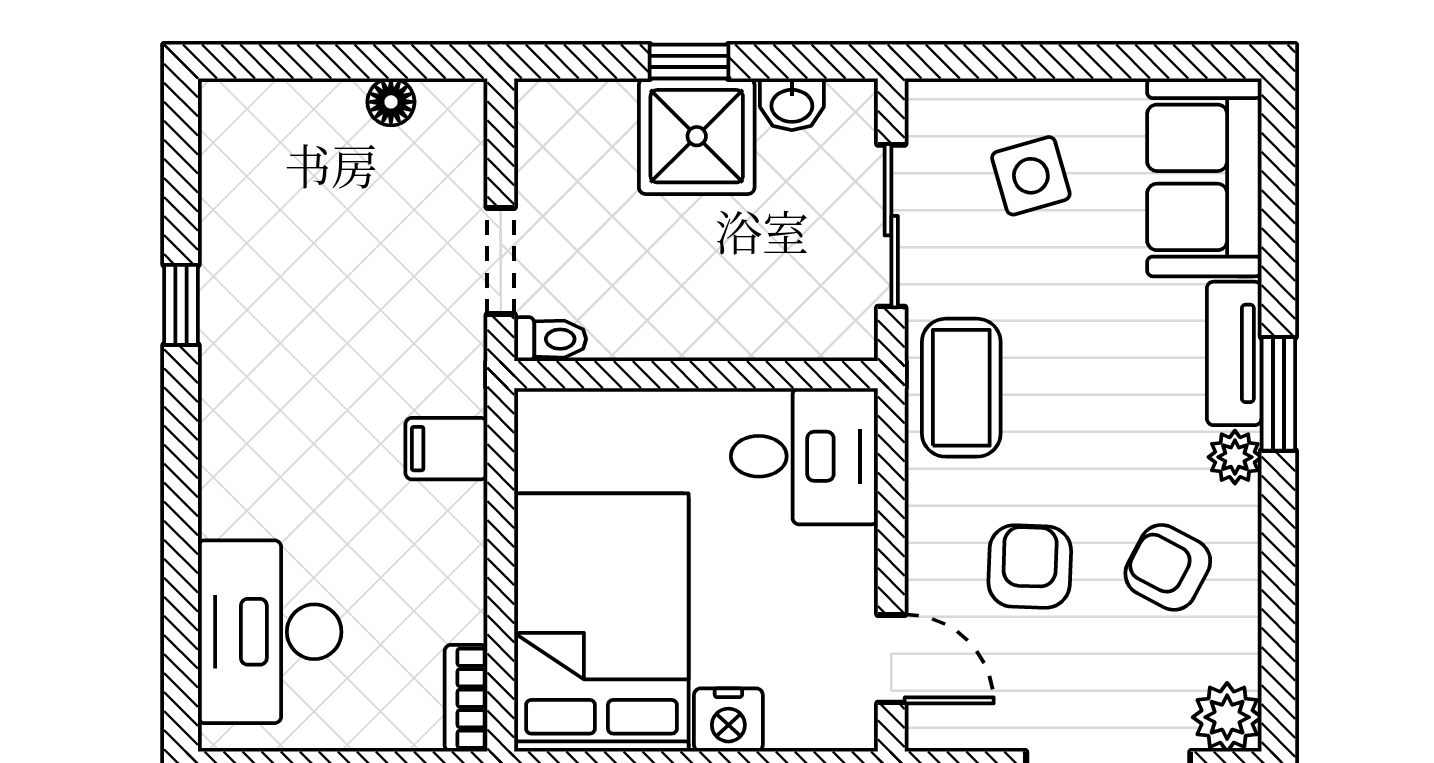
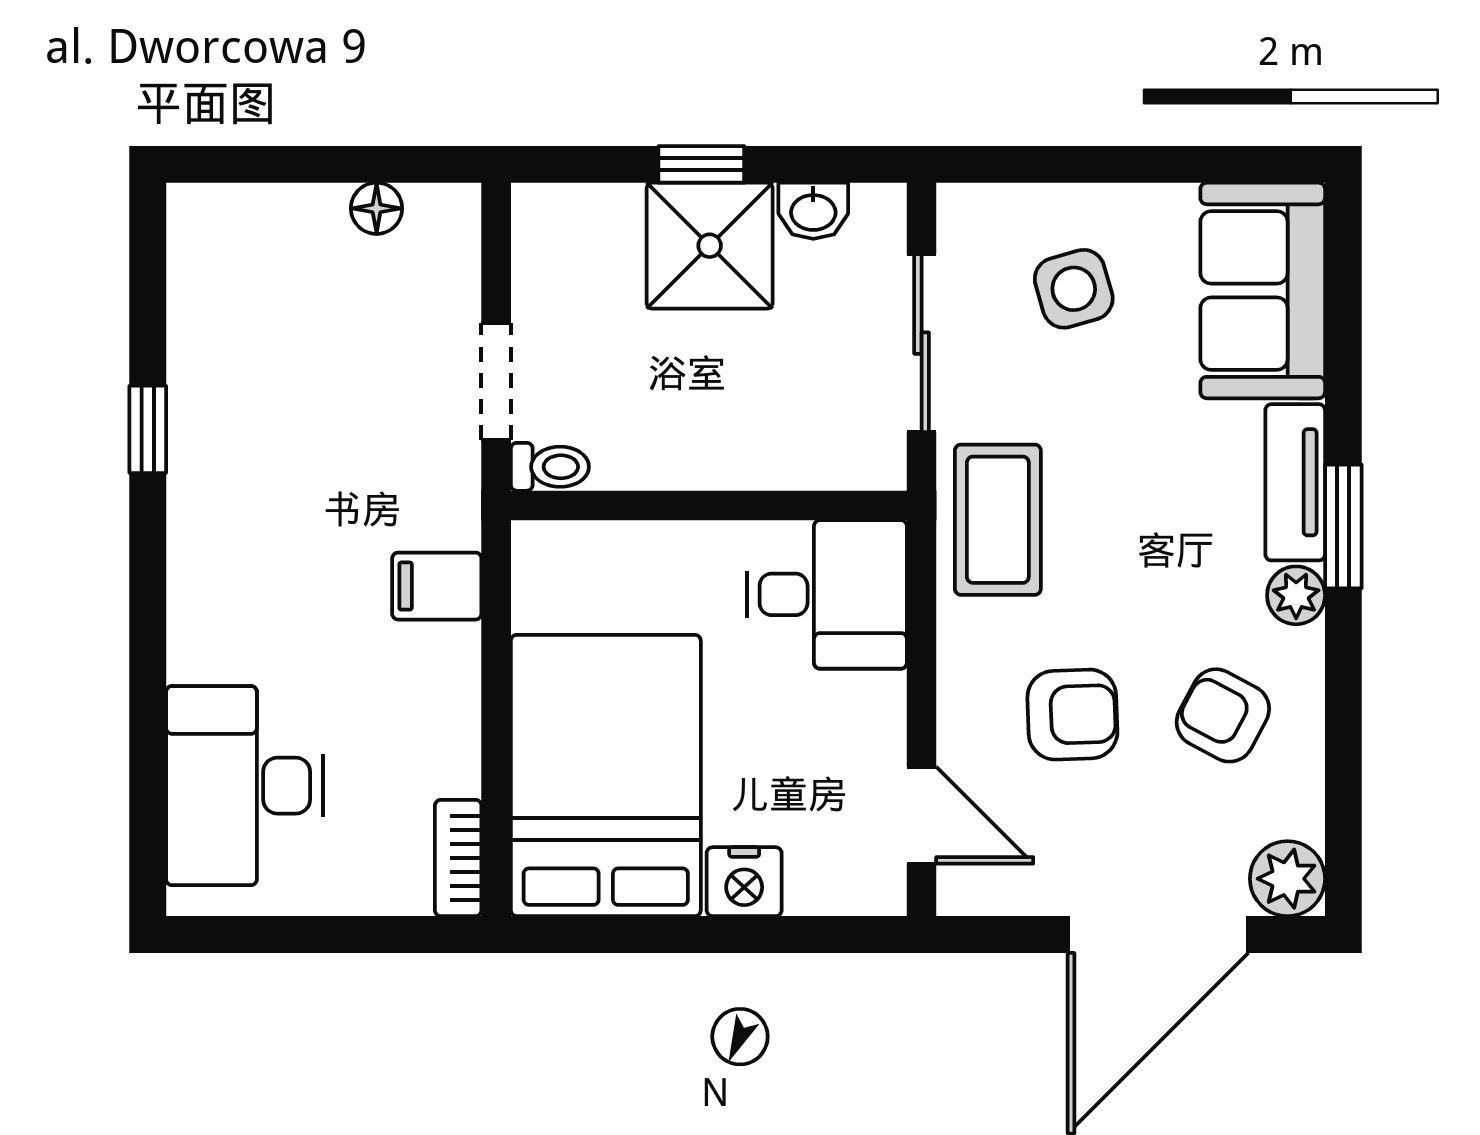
armchair: (1030, 567) -> (1072, 715), turned 86

